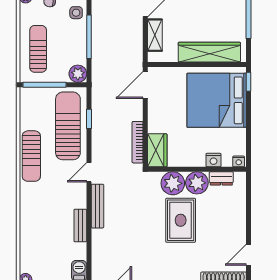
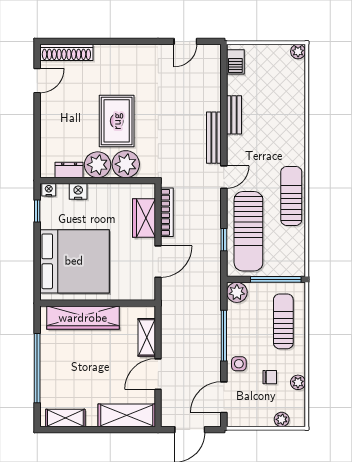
sun lounger: (38, 49) -> (283, 321), turned 180
window: (249, 82) -> (37, 211), moved
door: (145, 85) -> (158, 262), moved
wardrobe: (157, 150) -> (144, 218), moved

